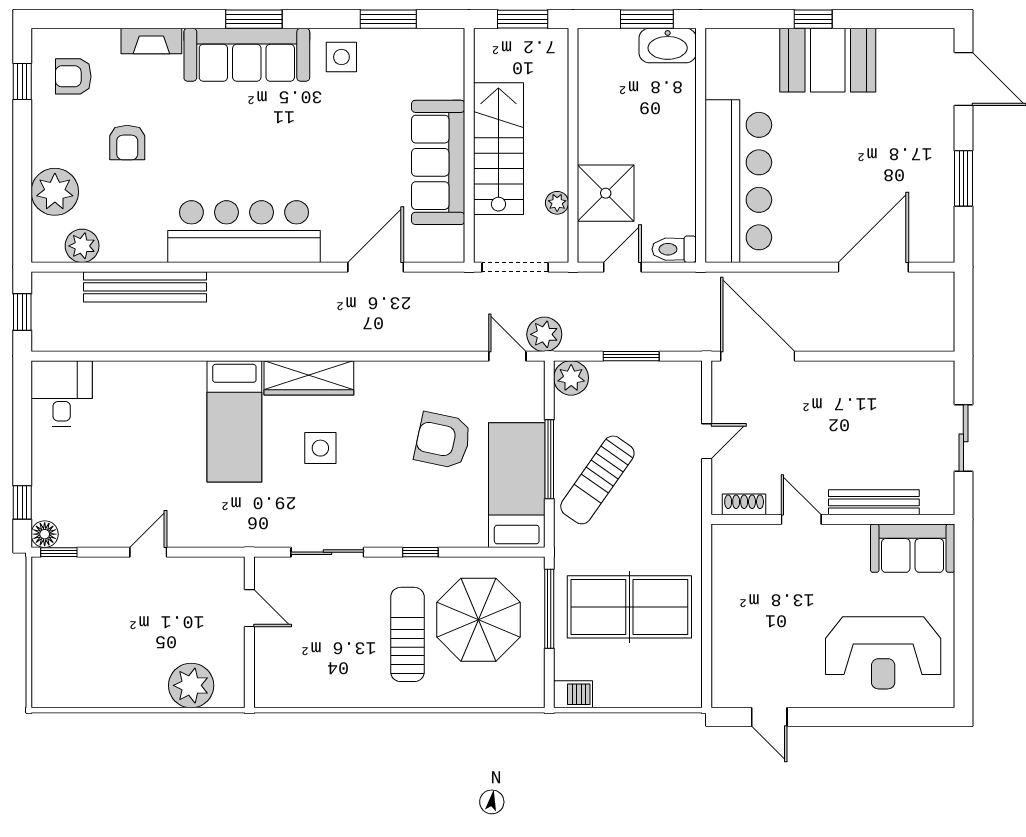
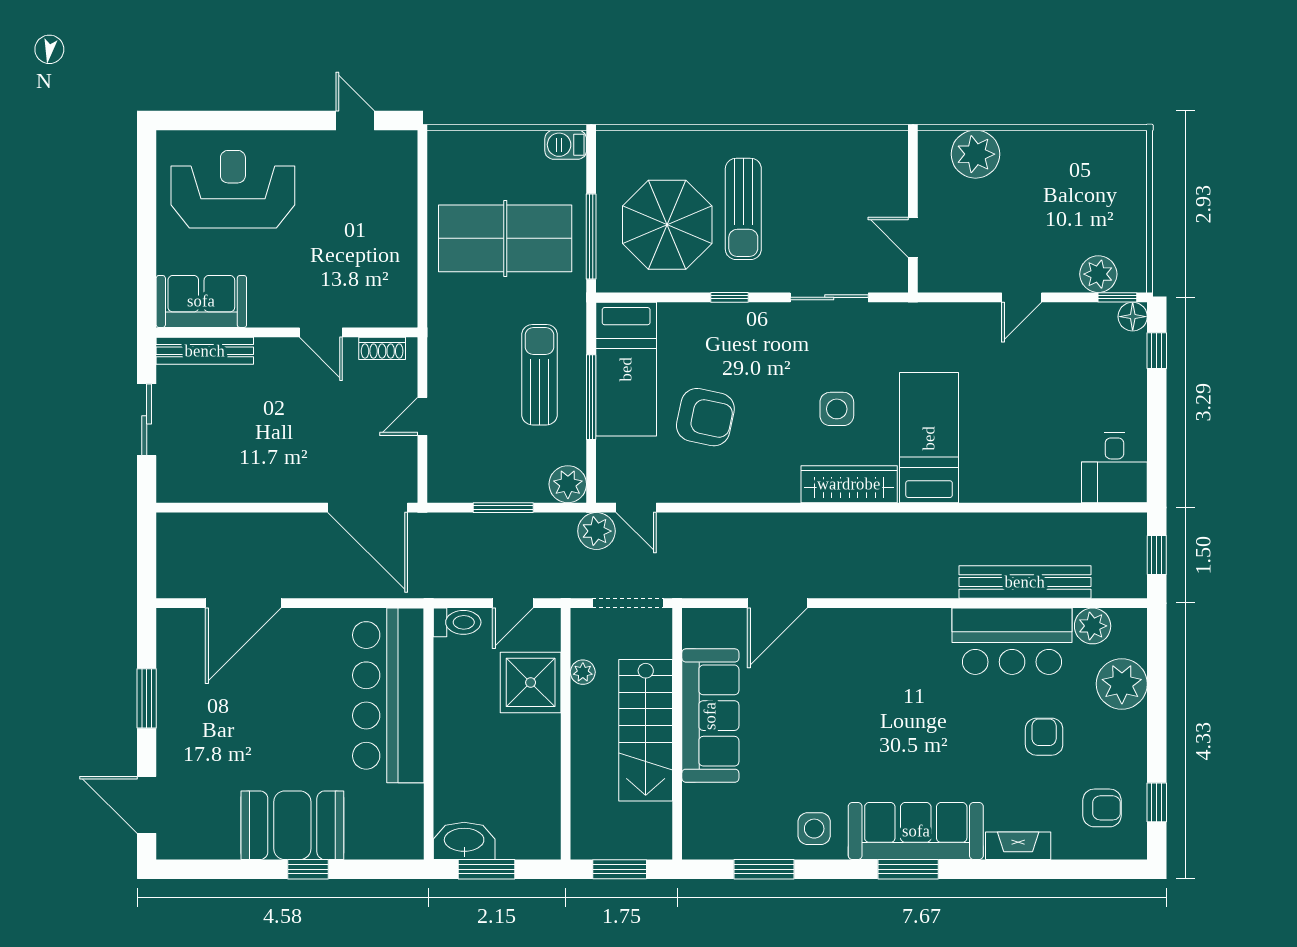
bar counter: (244, 232) -> (1012, 641), moved, width x0.73
sun lounger: (597, 480) -> (540, 375), turned -35
bench: (874, 502) -> (205, 351), moved
plant: (77, 574) -> (1098, 274), added

